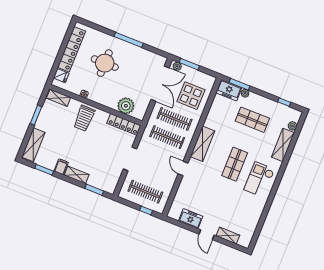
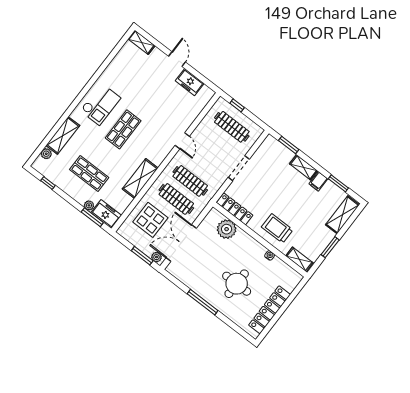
fridge: (61, 76) -> (290, 283), removed
trolley: (84, 118) -> (277, 228), turned -90
shelving: (203, 144) -> (140, 178), moved
shelving: (228, 236) -> (142, 42), moved

